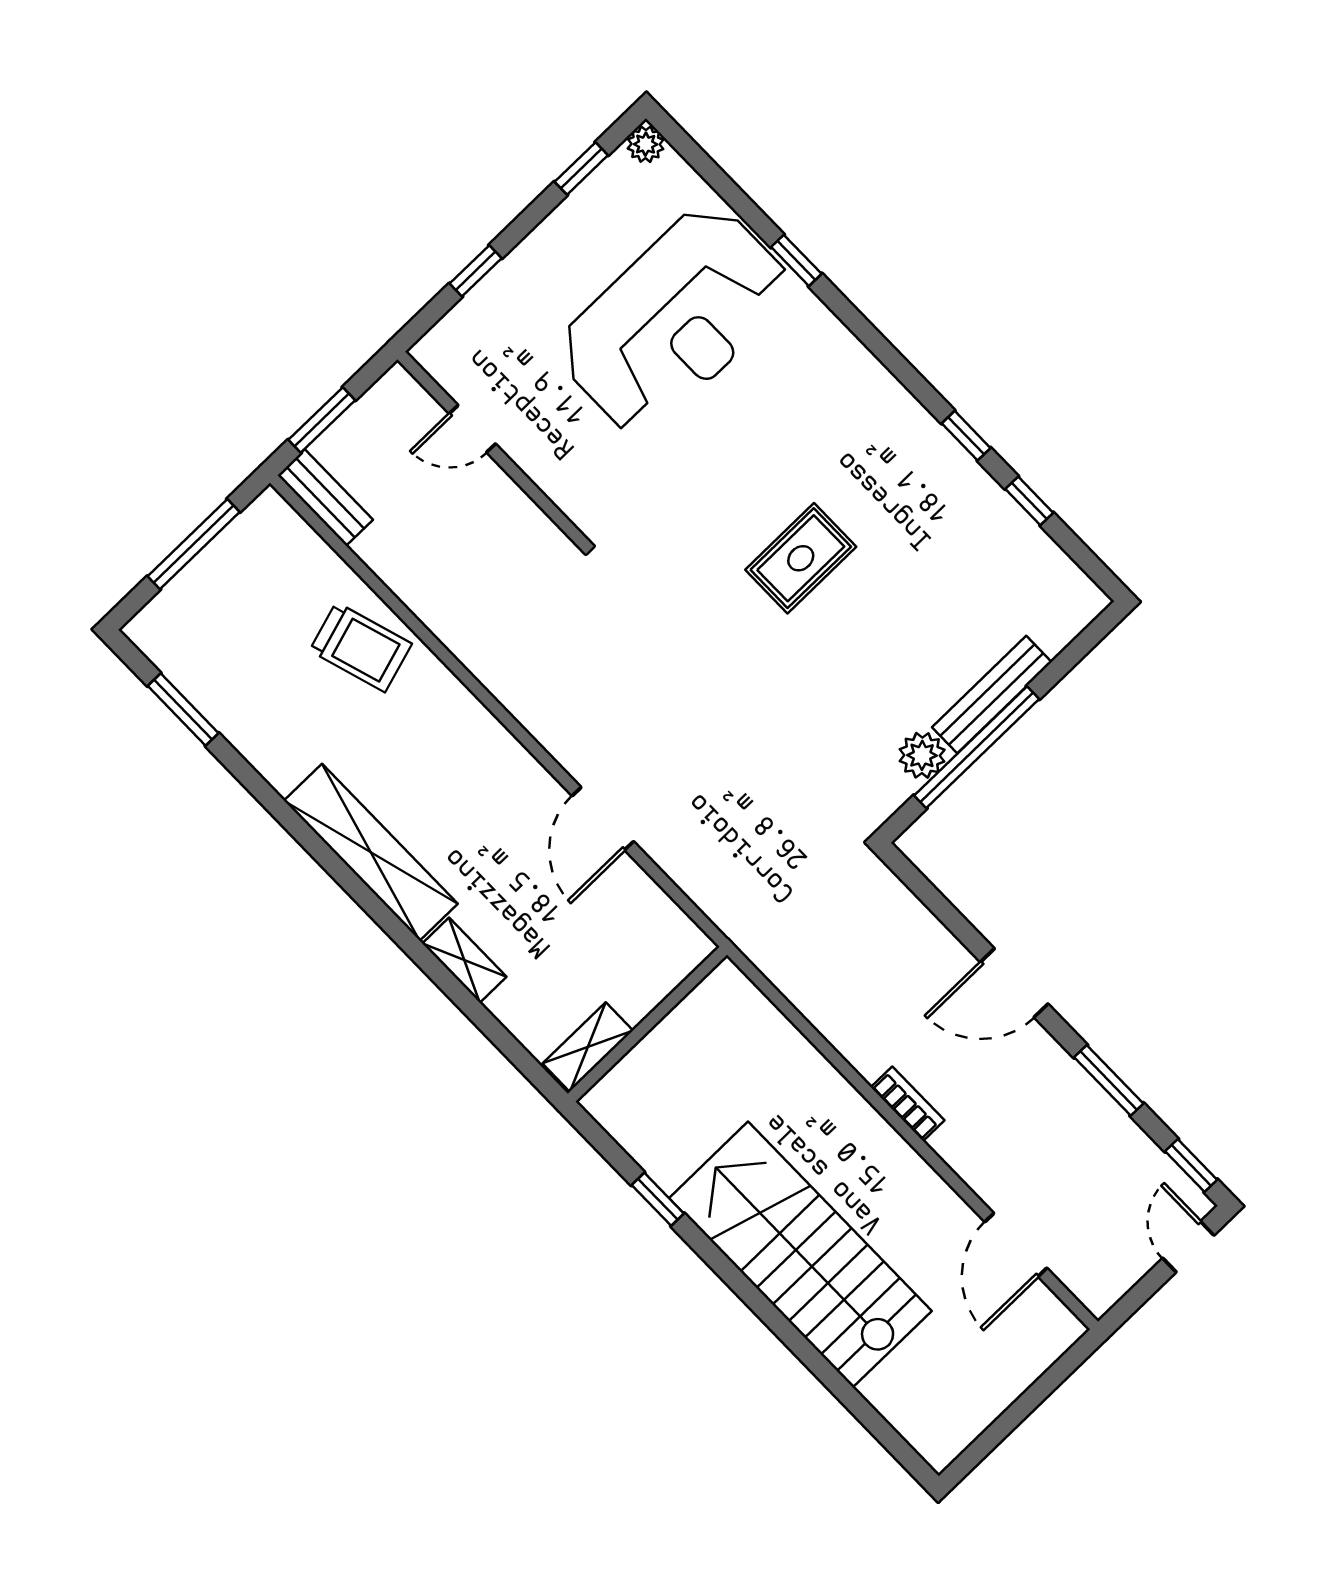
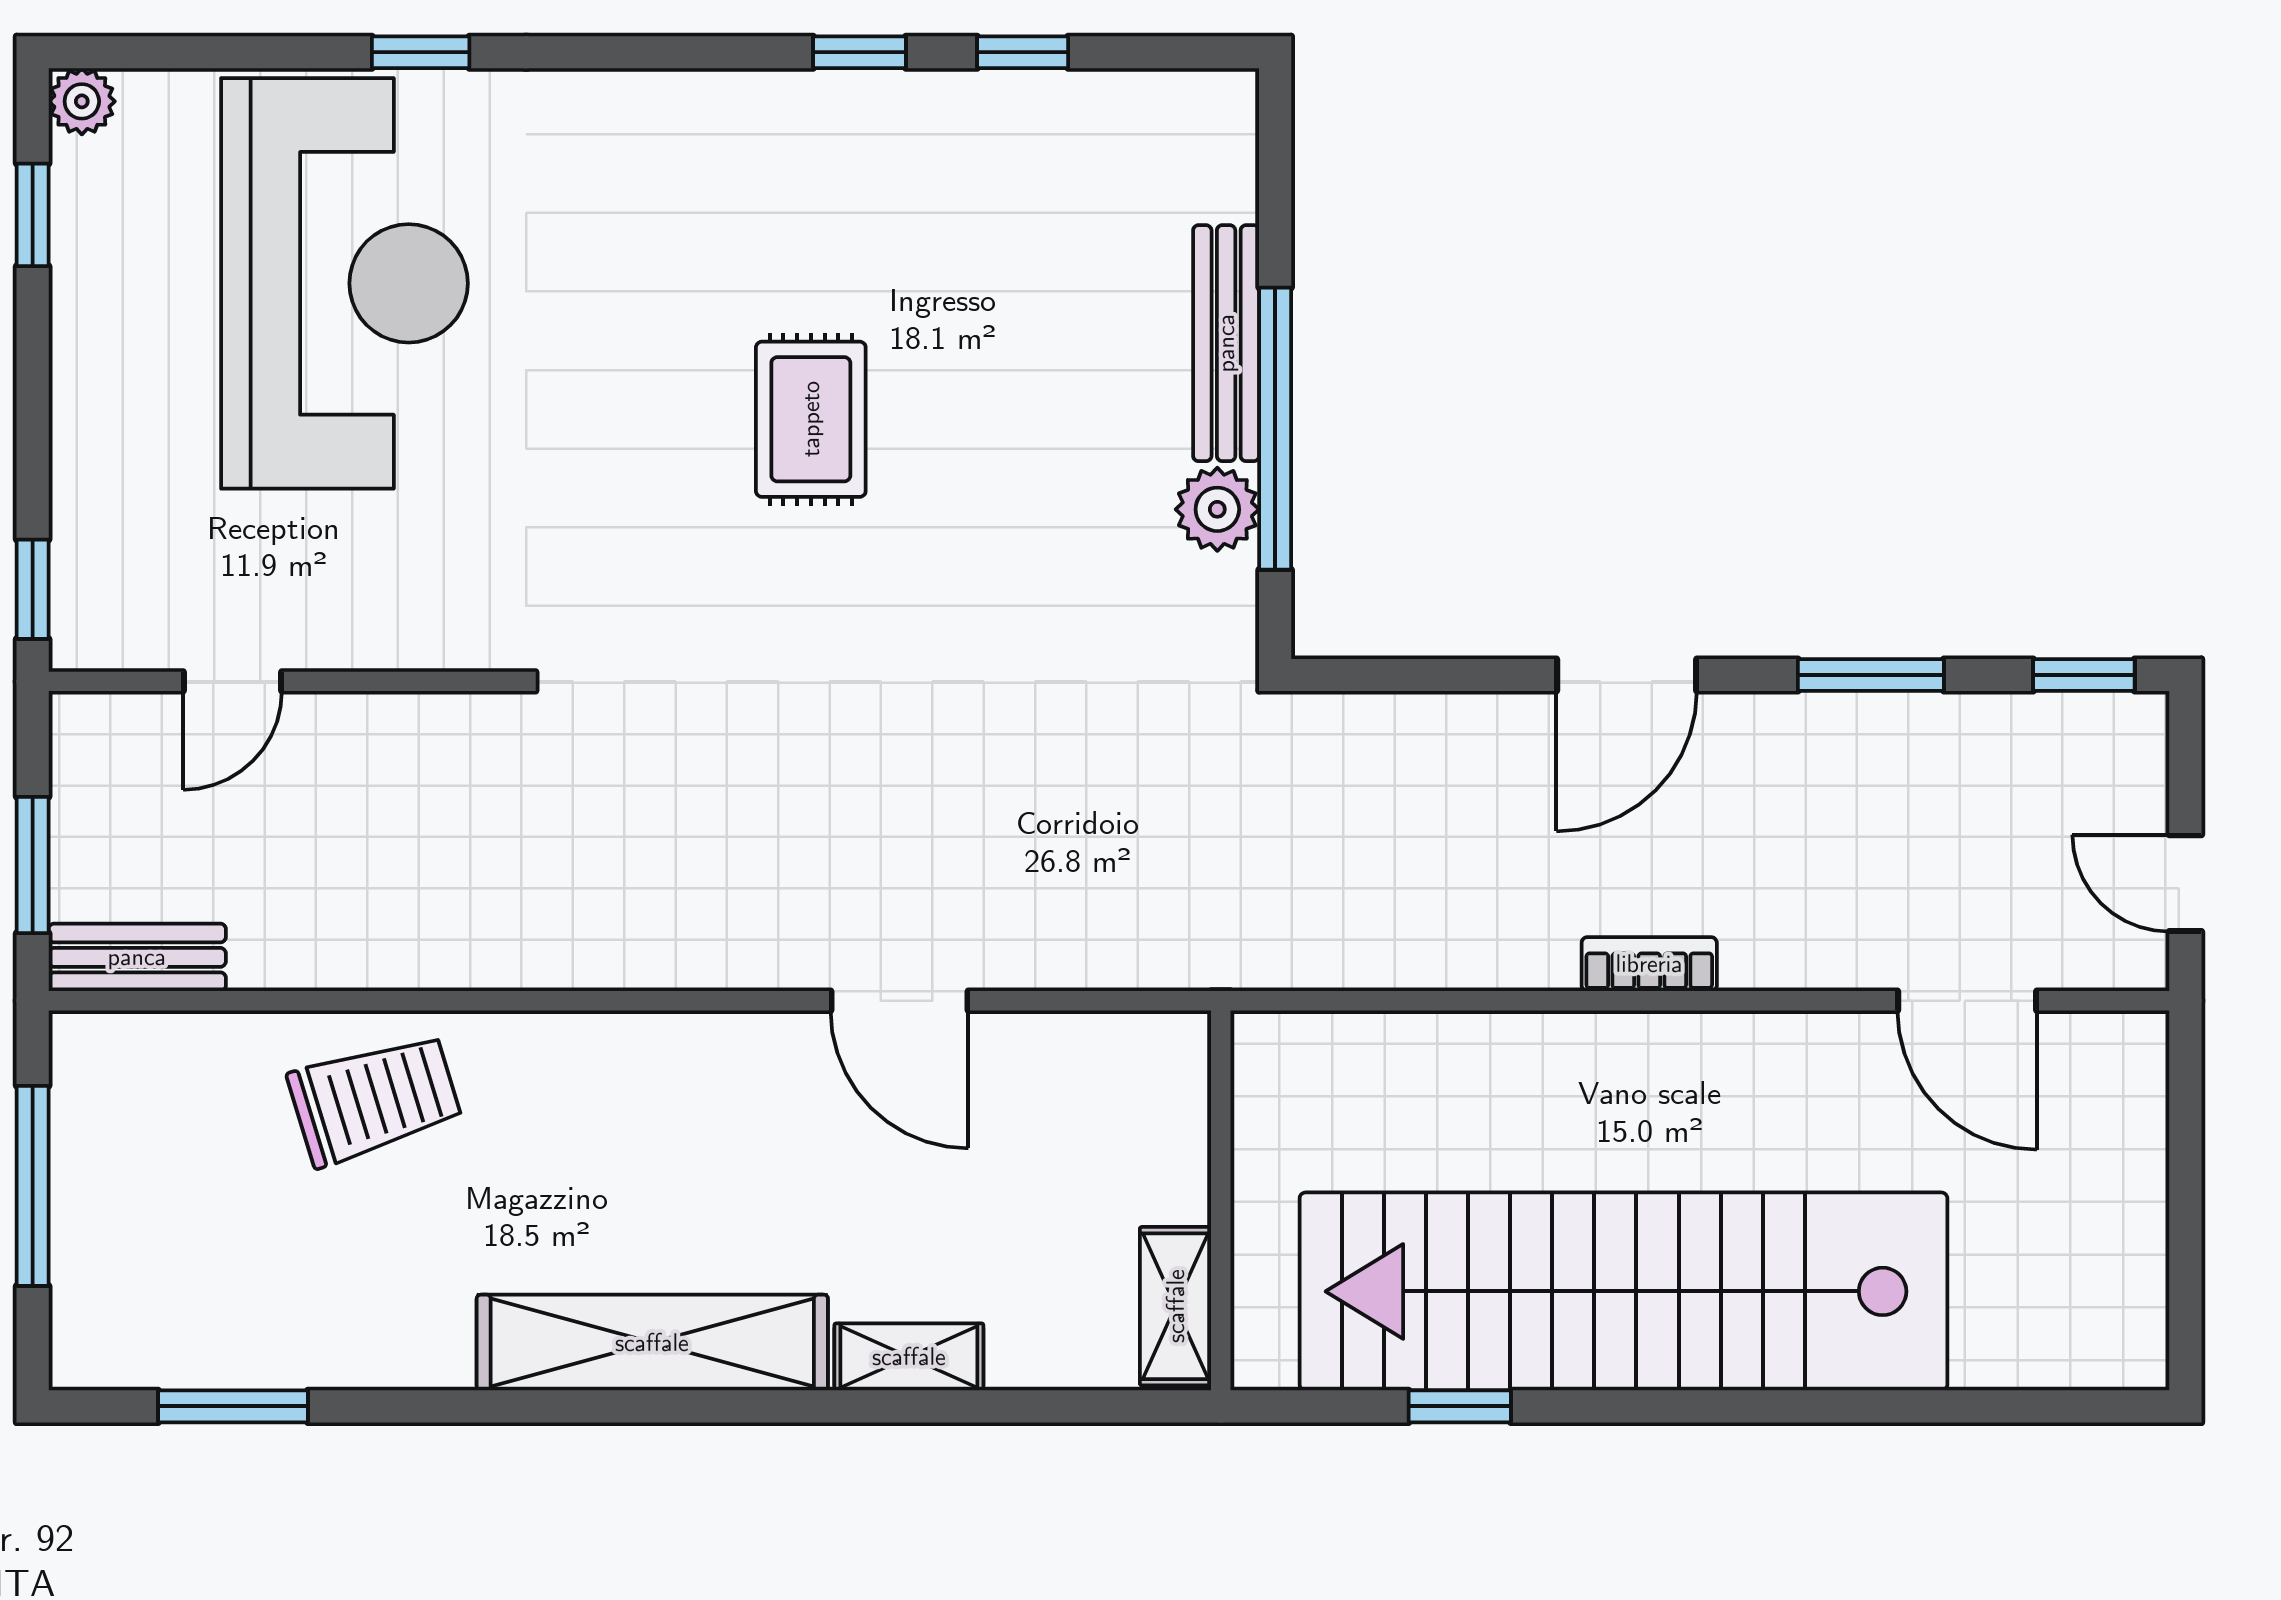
window: (476, 271) -> (33, 589), moved
door: (1188, 1247) -> (2185, 883), moved
stairs: (800, 1255) -> (1623, 1291), width x1.36

